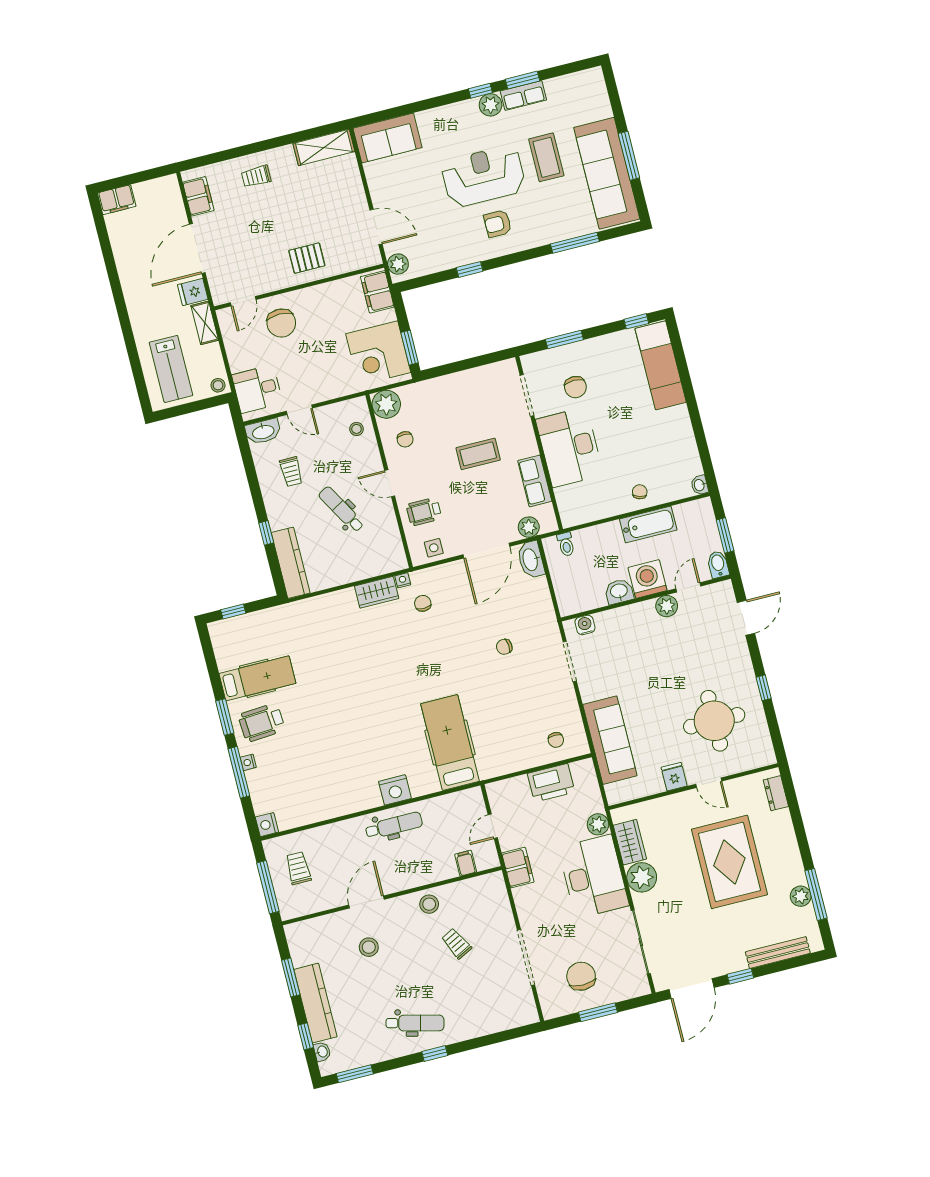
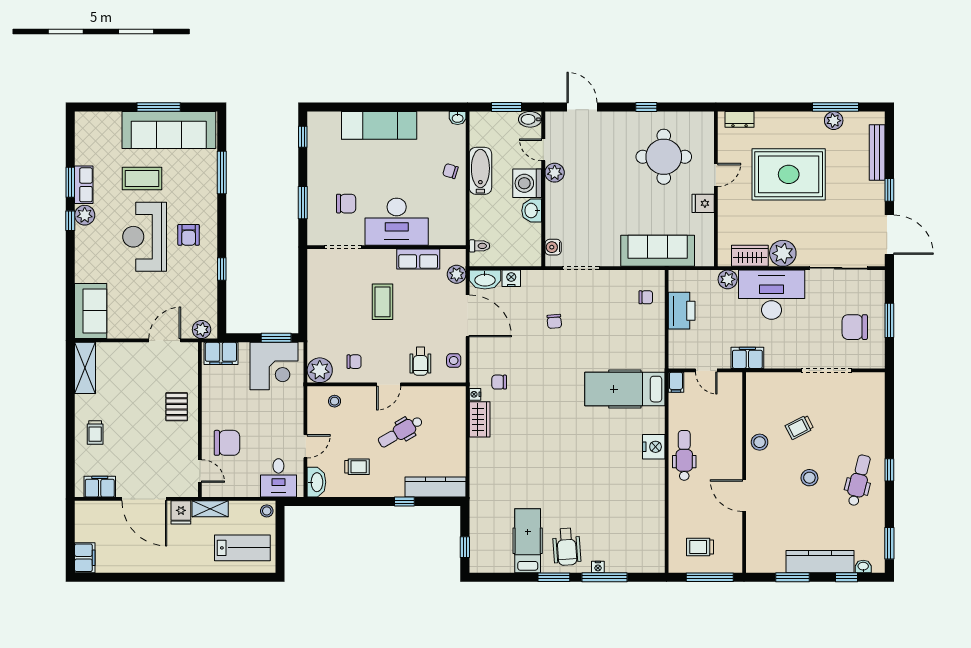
exam couch: (661, 365) -> (379, 125), moved
nightstand: (267, 825) -> (511, 278), moved, turned 180
filing cabinet: (466, 863) -> (676, 382), moved, turned -90
stool: (369, 947) -> (809, 478), moved

